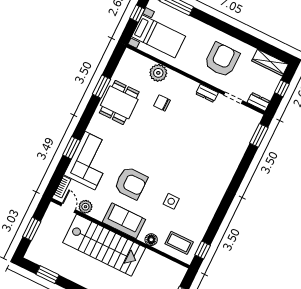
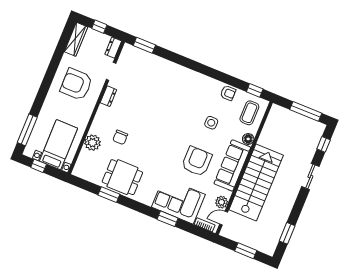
sofa: (124, 221) -> (232, 165), width x1.36
armchair: (202, 221) -> (228, 93), added

